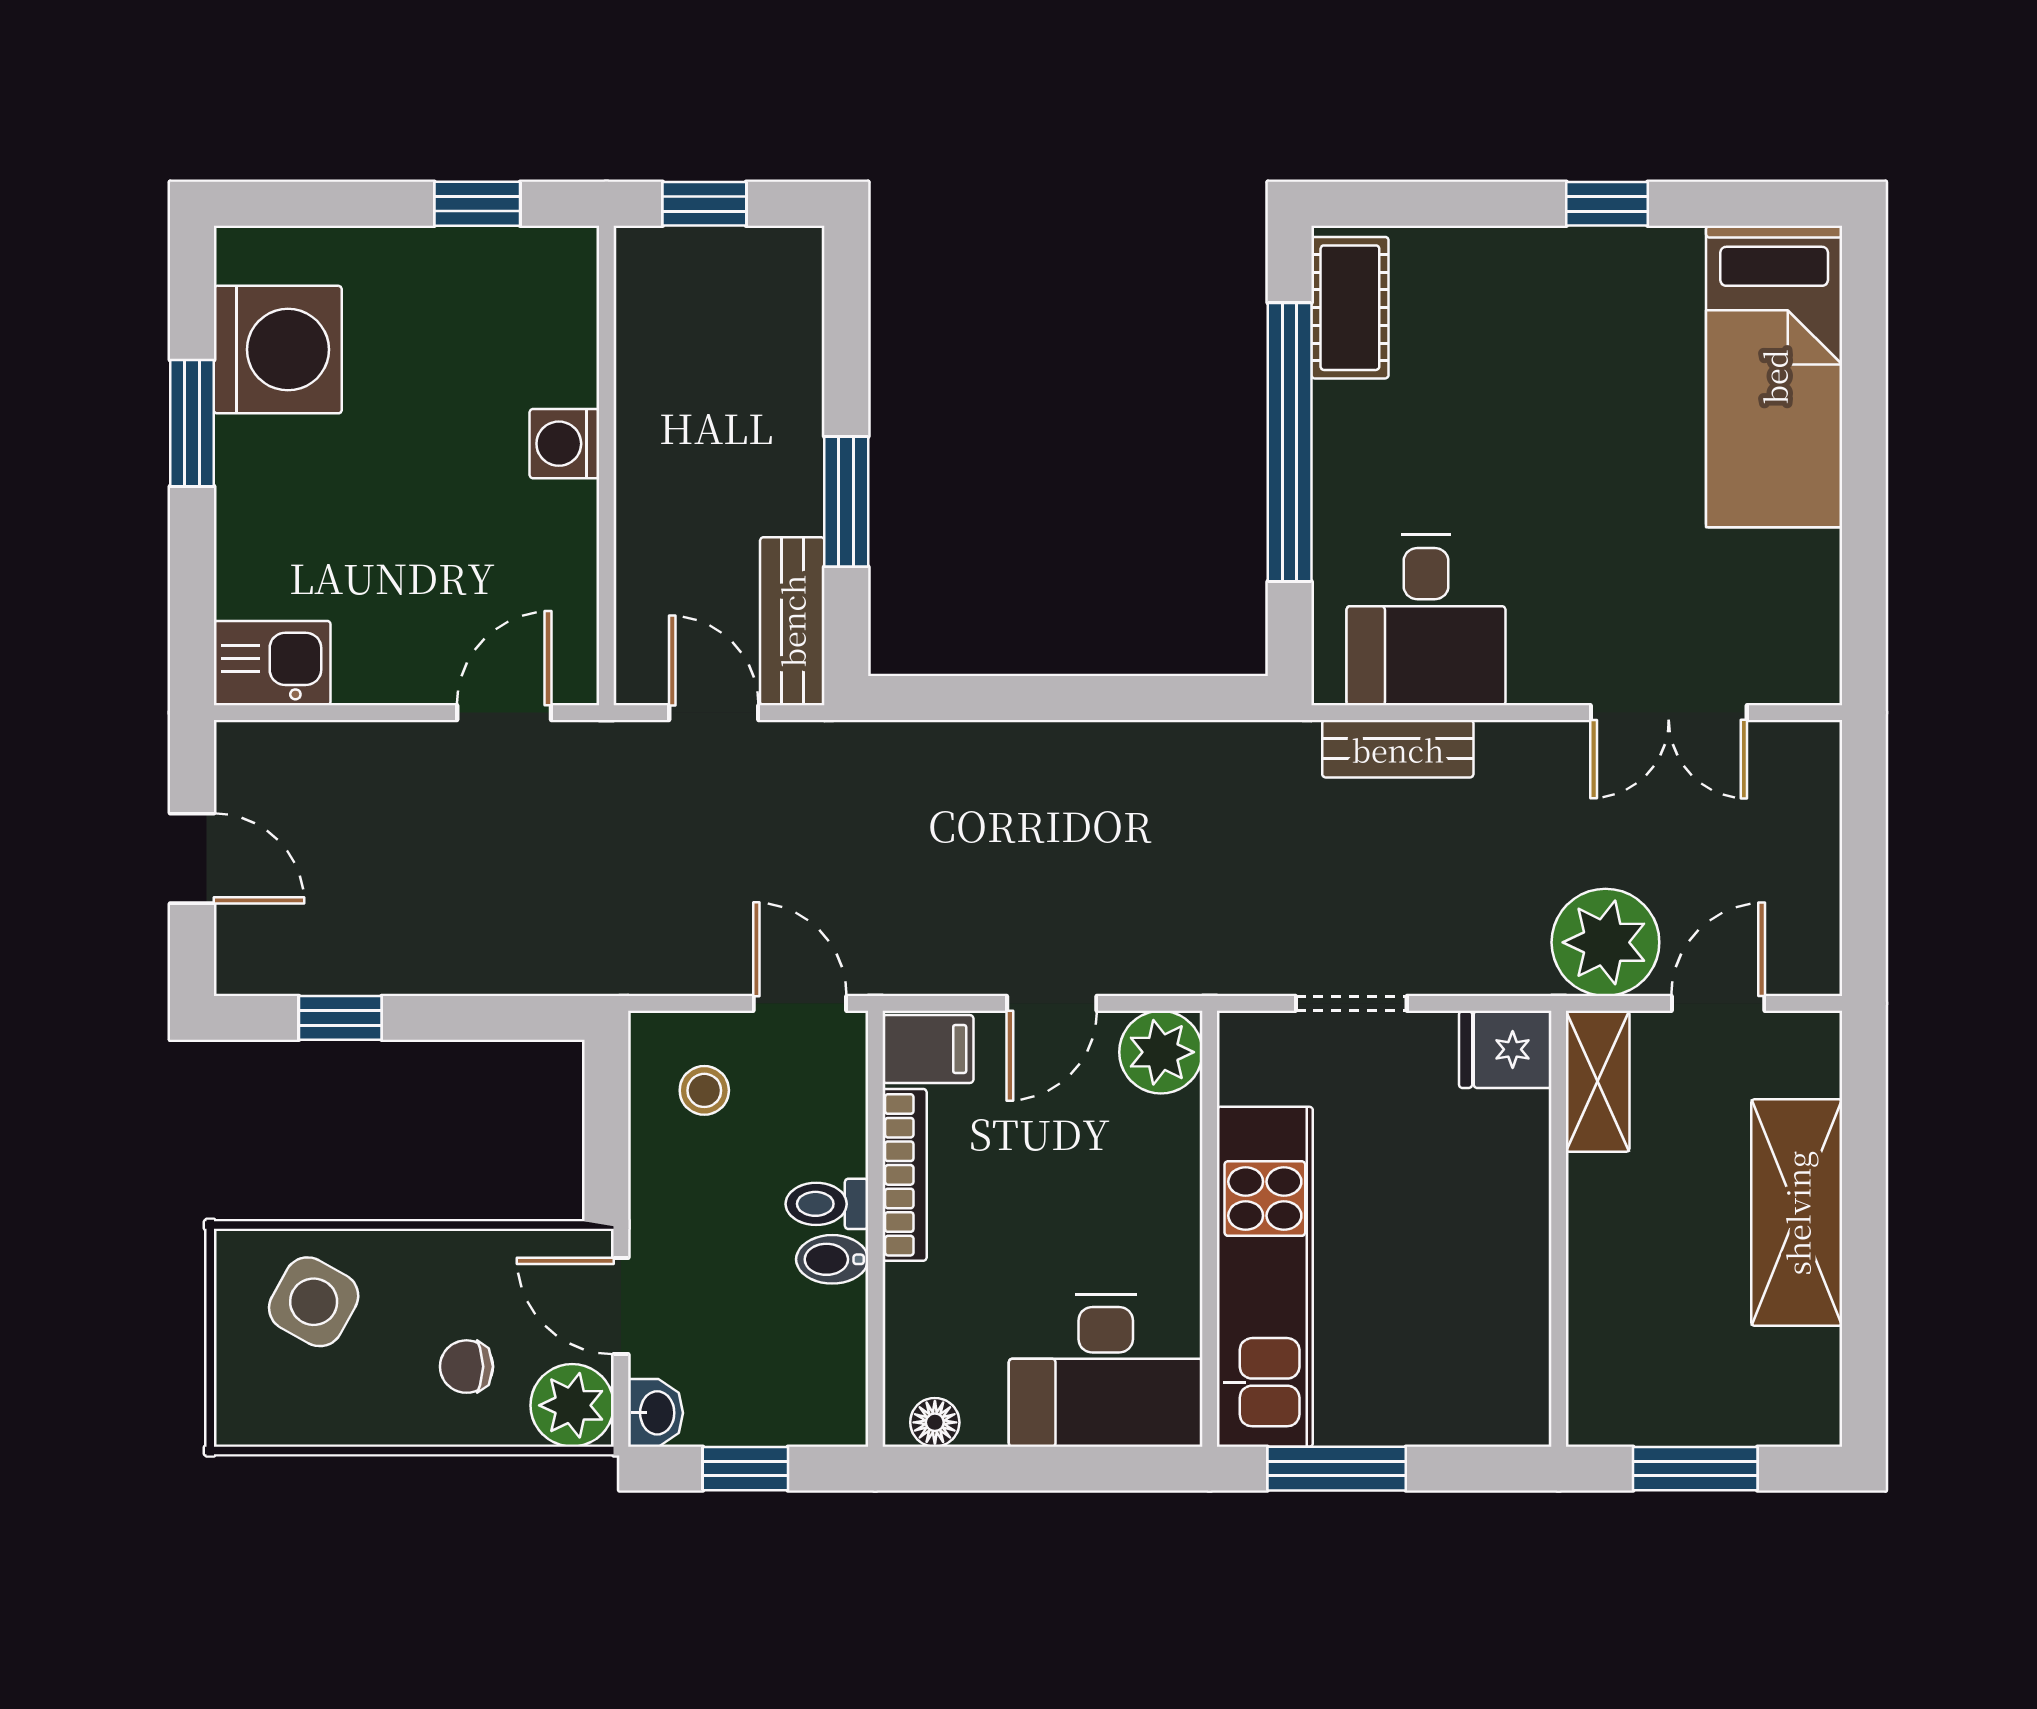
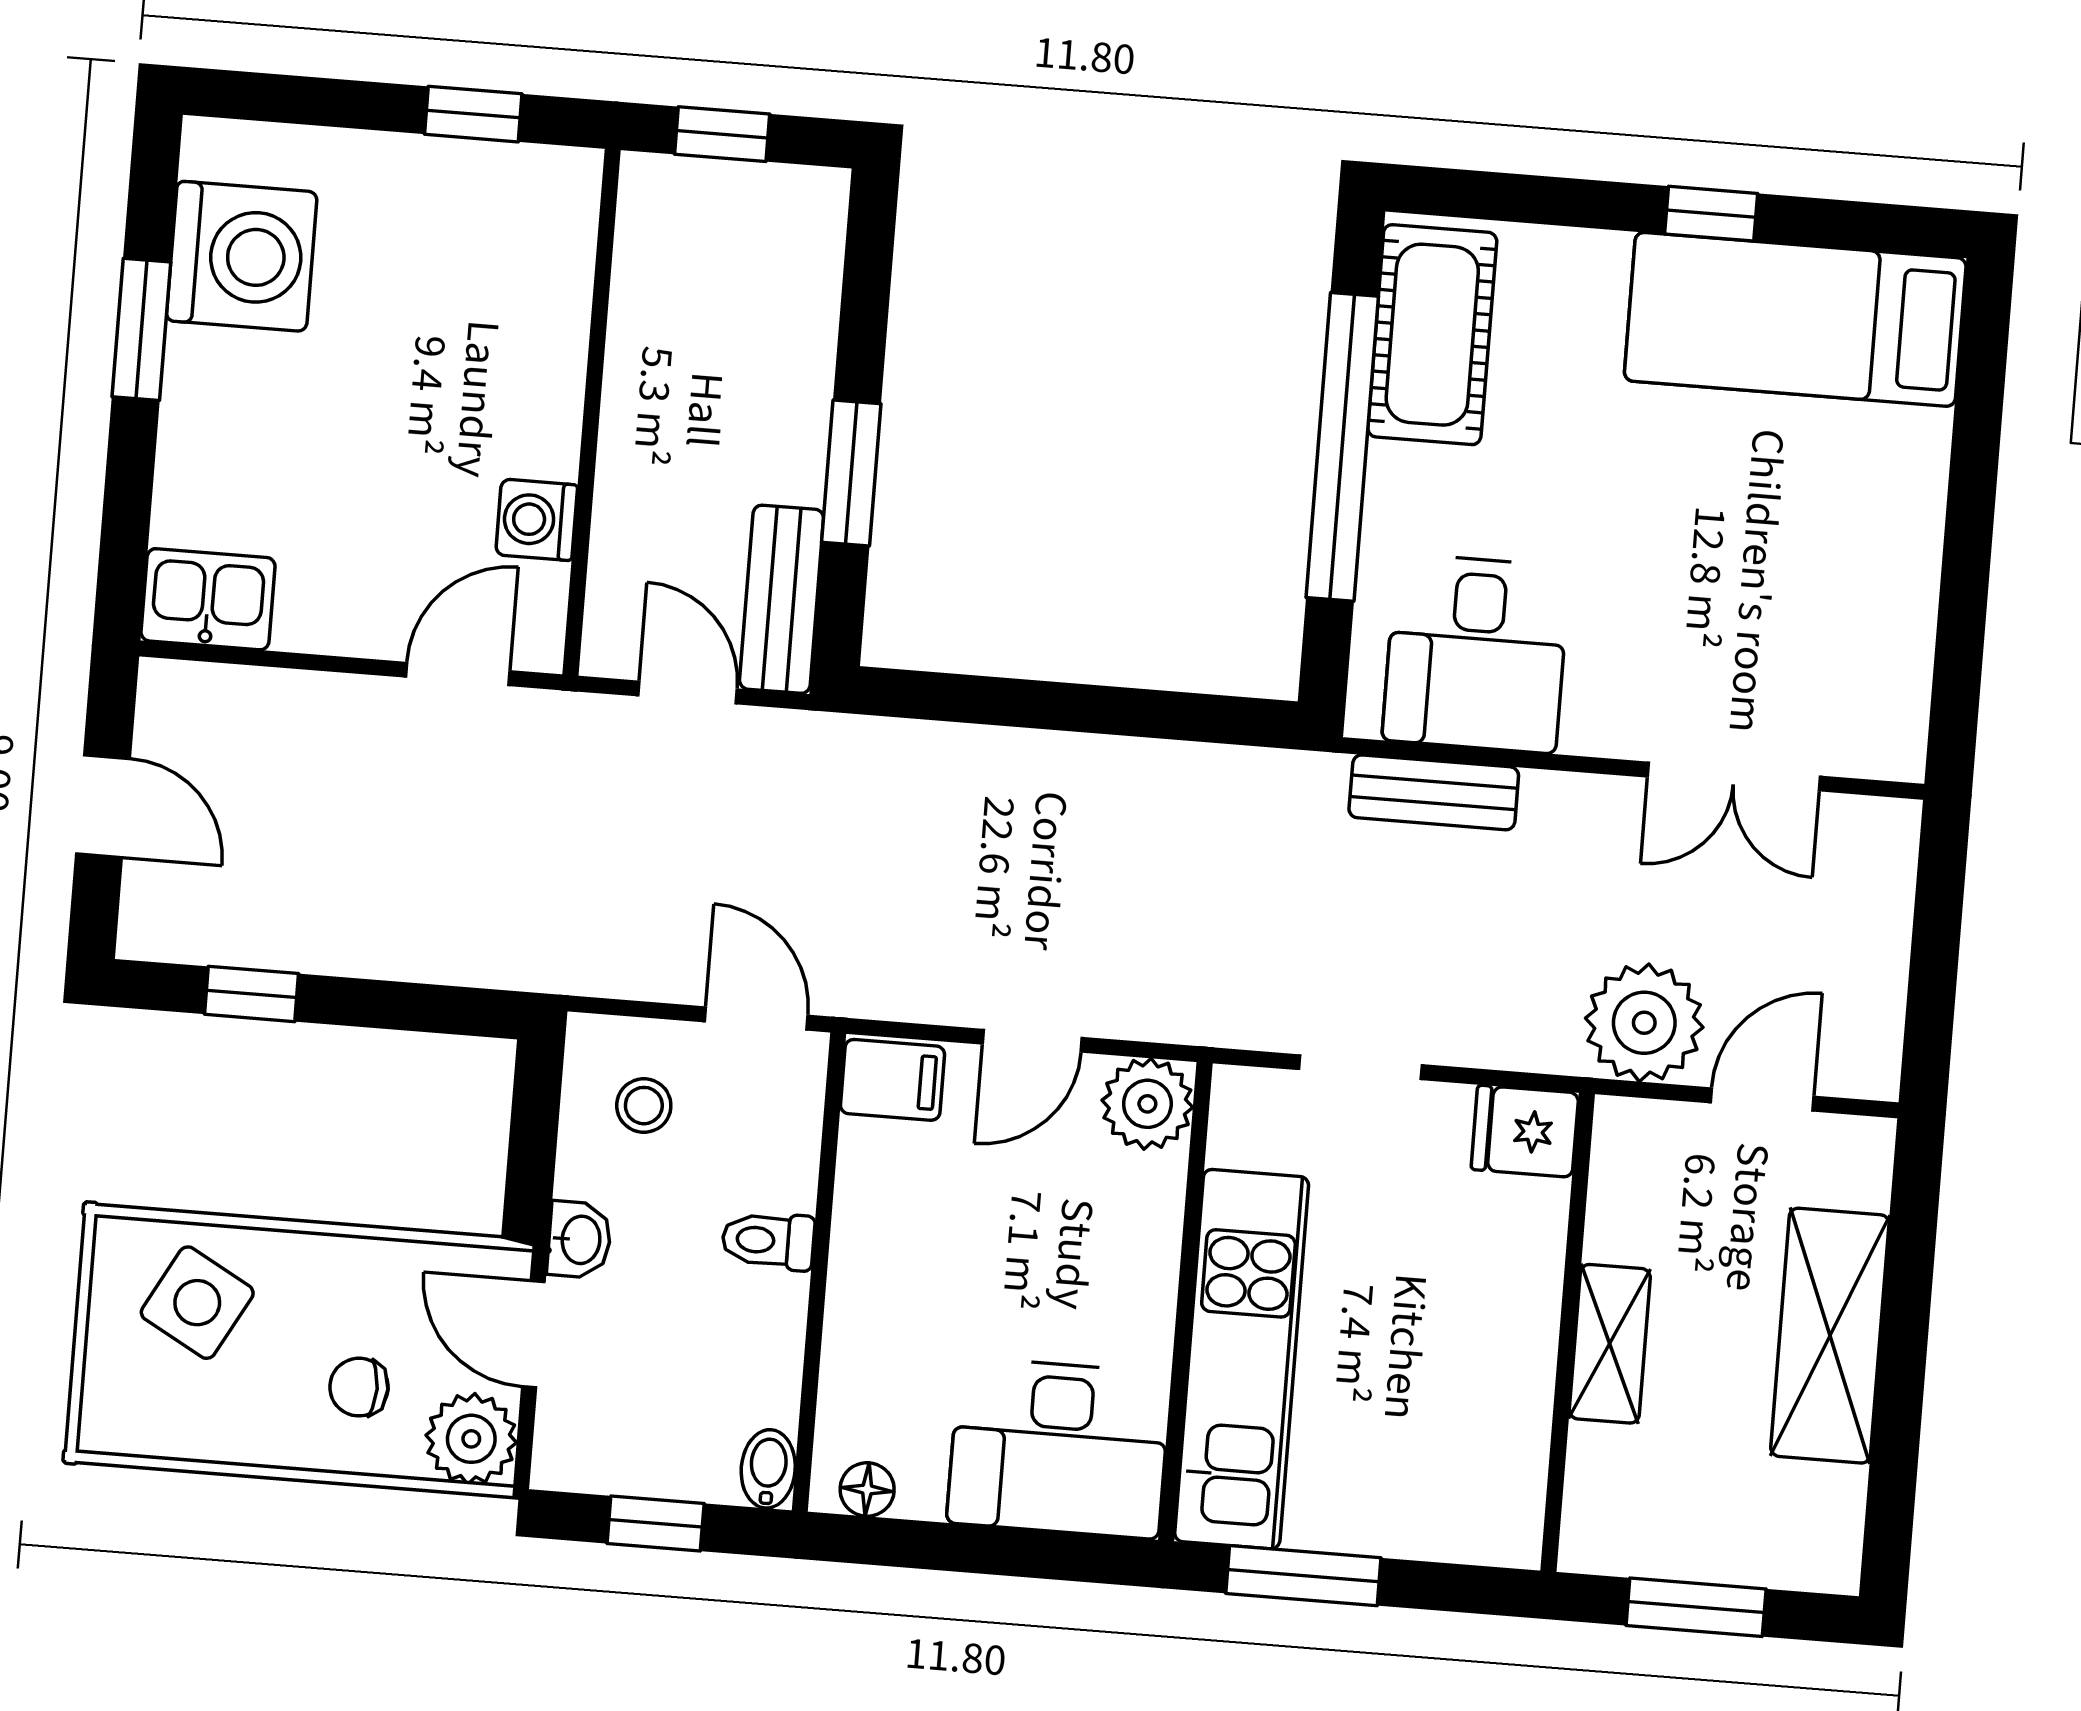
cot: (1350, 308) -> (1432, 335), width x1.37, depth x1.34
bed: (1774, 377) -> (1795, 319), moved, turned 90
washing machine: (564, 444) -> (537, 520), moved
shelving: (1598, 1081) -> (1610, 1344), moved
bookcase: (905, 1175) -> (856, 1216), removed
bidet: (832, 1259) -> (768, 1469), moved, turned 90
washbasin: (656, 1413) -> (579, 1240), moved

